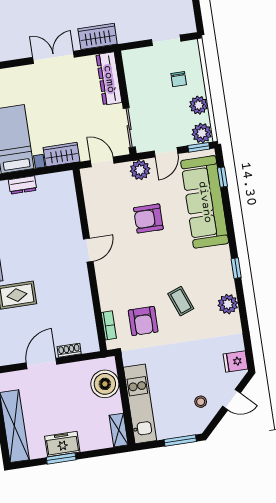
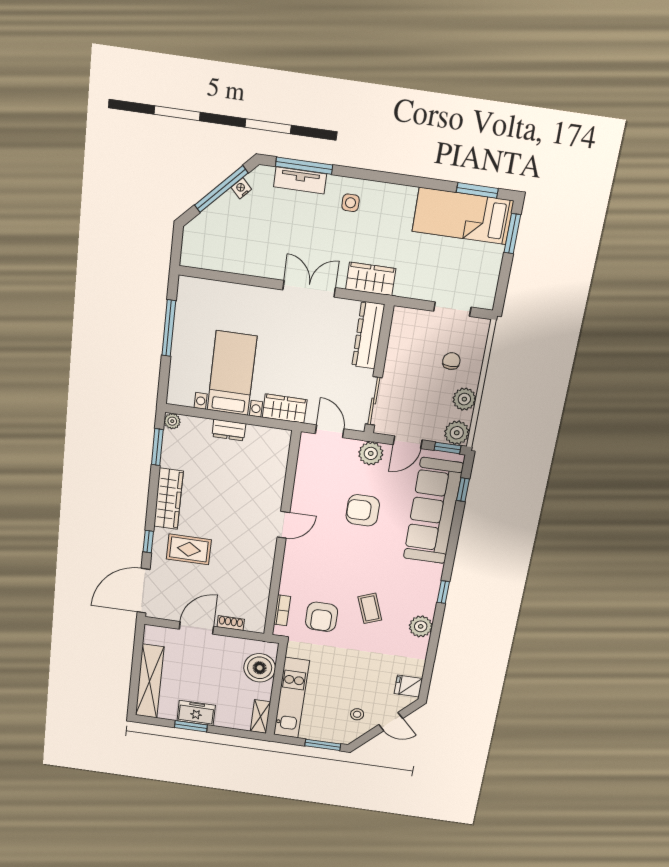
chair: (179, 79) -> (451, 361), turned 180

